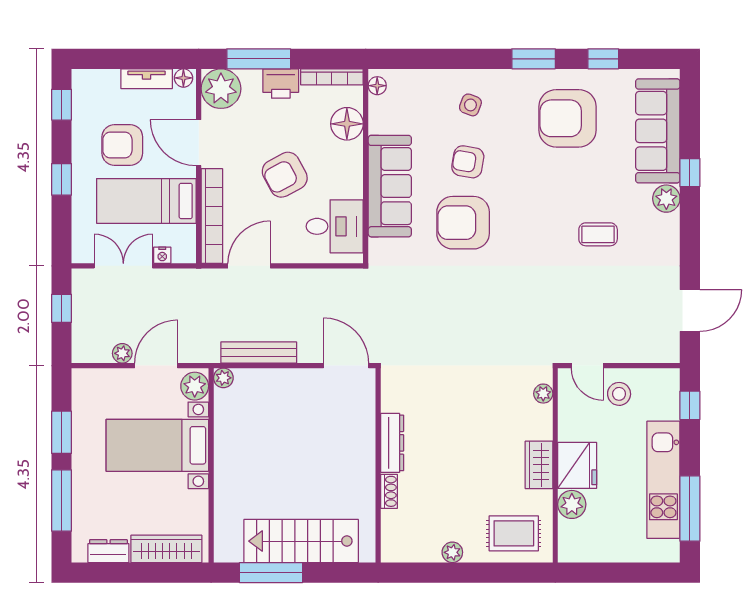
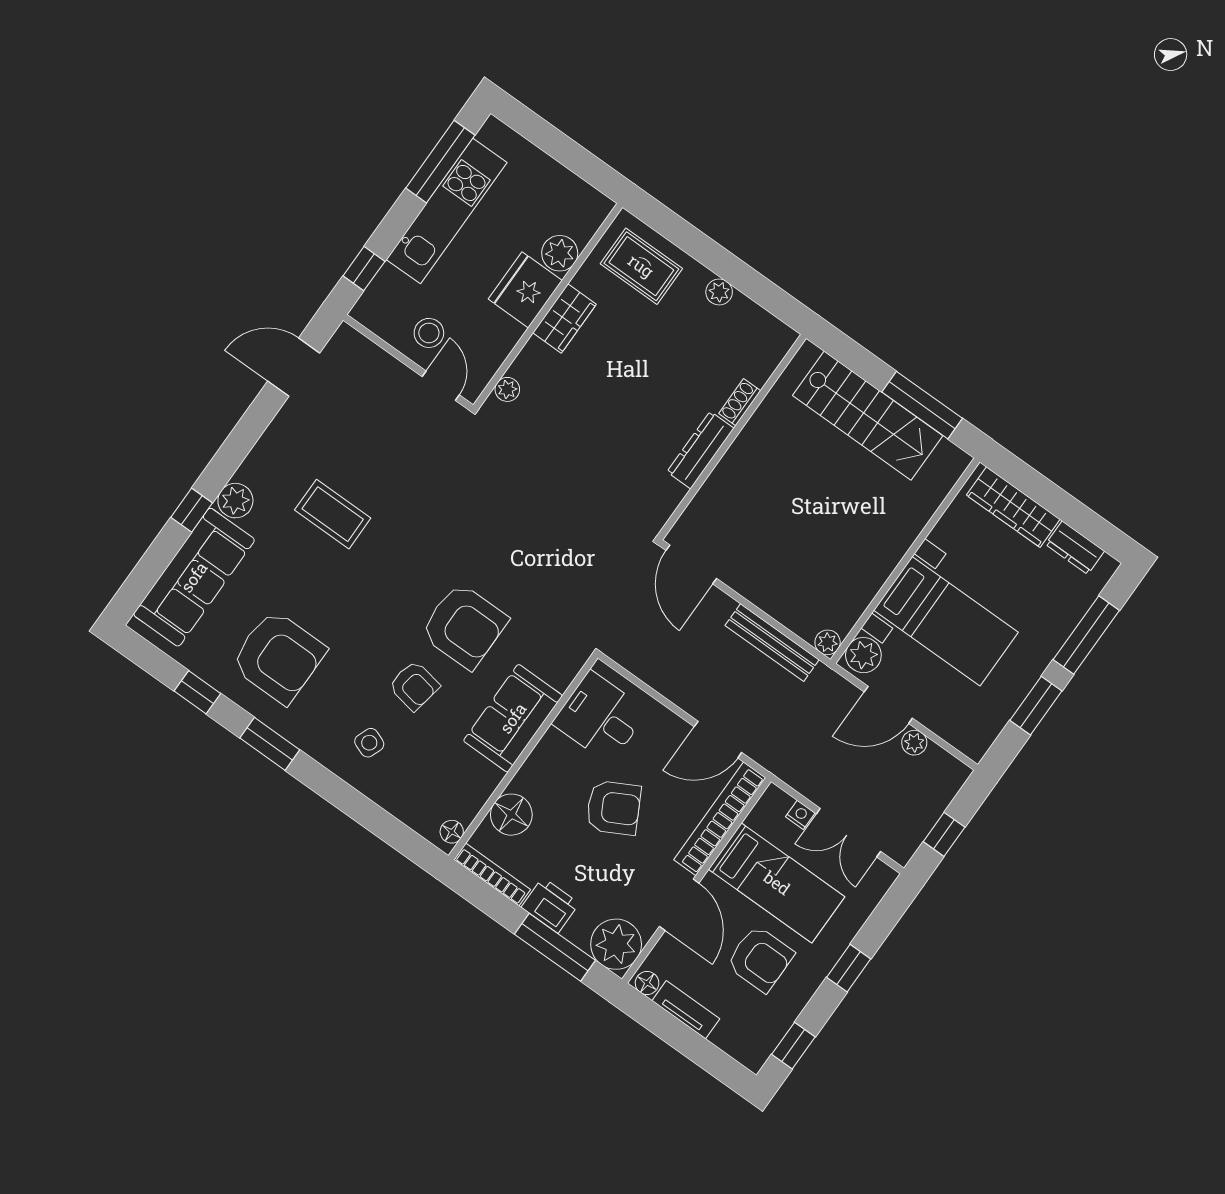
sofa: (390, 186) -> (513, 718), width x0.73
coffee table: (598, 234) -> (333, 514), width x1.36, depth x1.30

